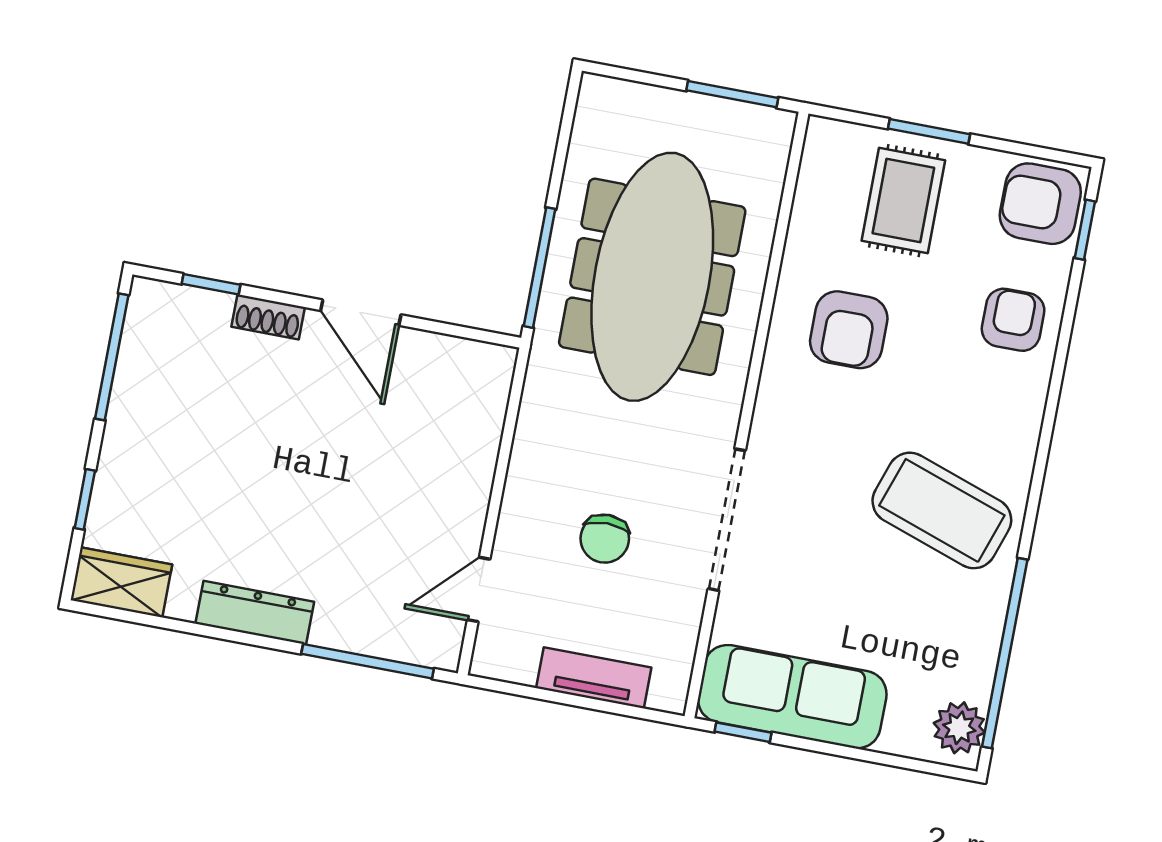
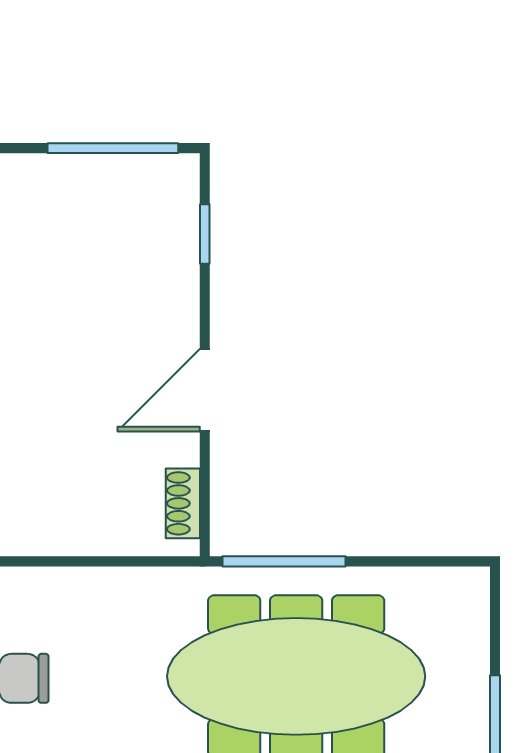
shoe rack: (268, 317) -> (183, 503), moved

